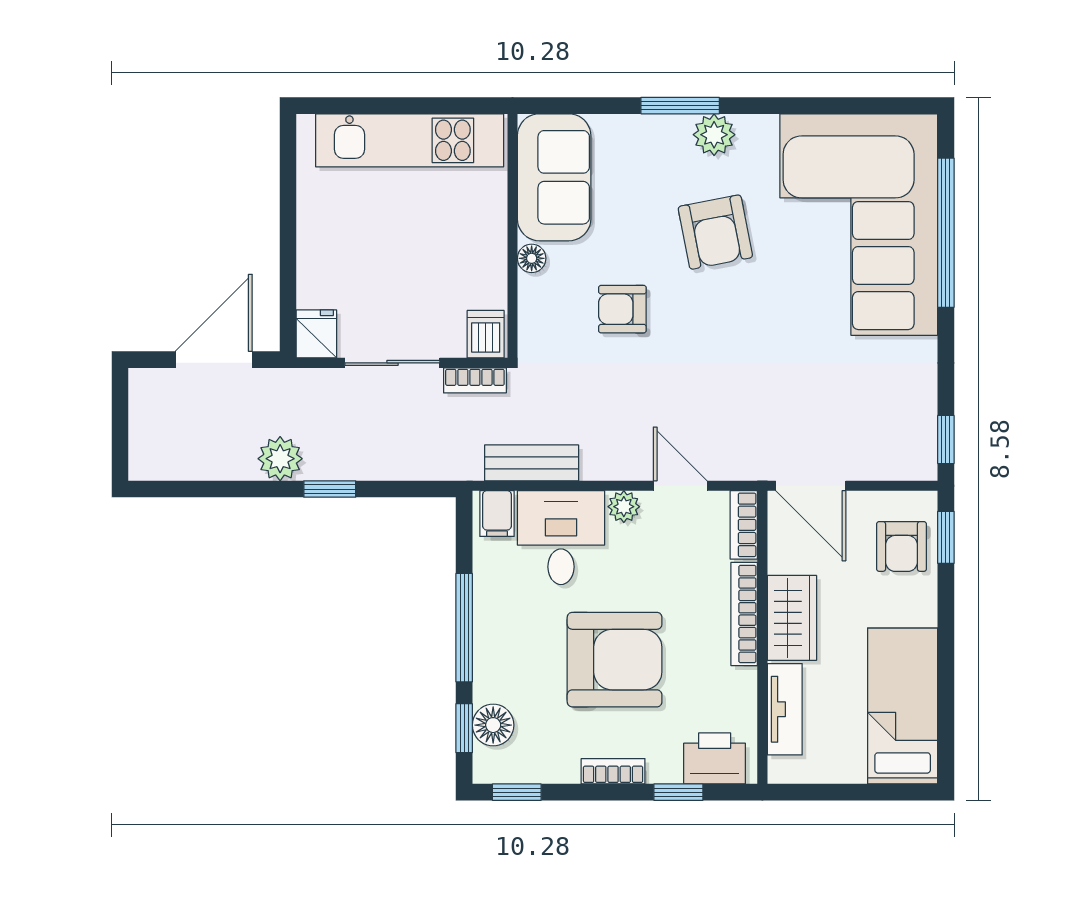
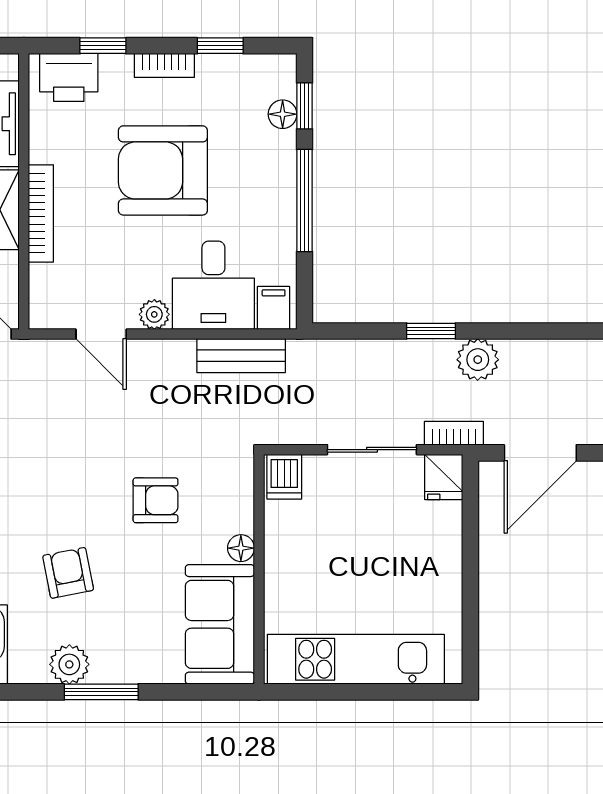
armchair: (715, 232) -> (68, 573), width x0.72, depth x0.72
bookcase: (475, 380) -> (454, 433), moved
bookcase: (744, 525) -> (41, 297), removed
floor lamp: (493, 725) -> (283, 114), width x0.73, depth x0.73
window: (517, 792) -> (220, 46), moved

